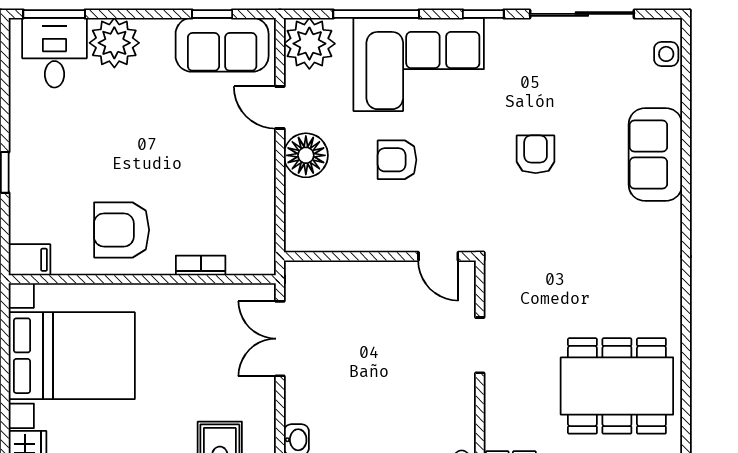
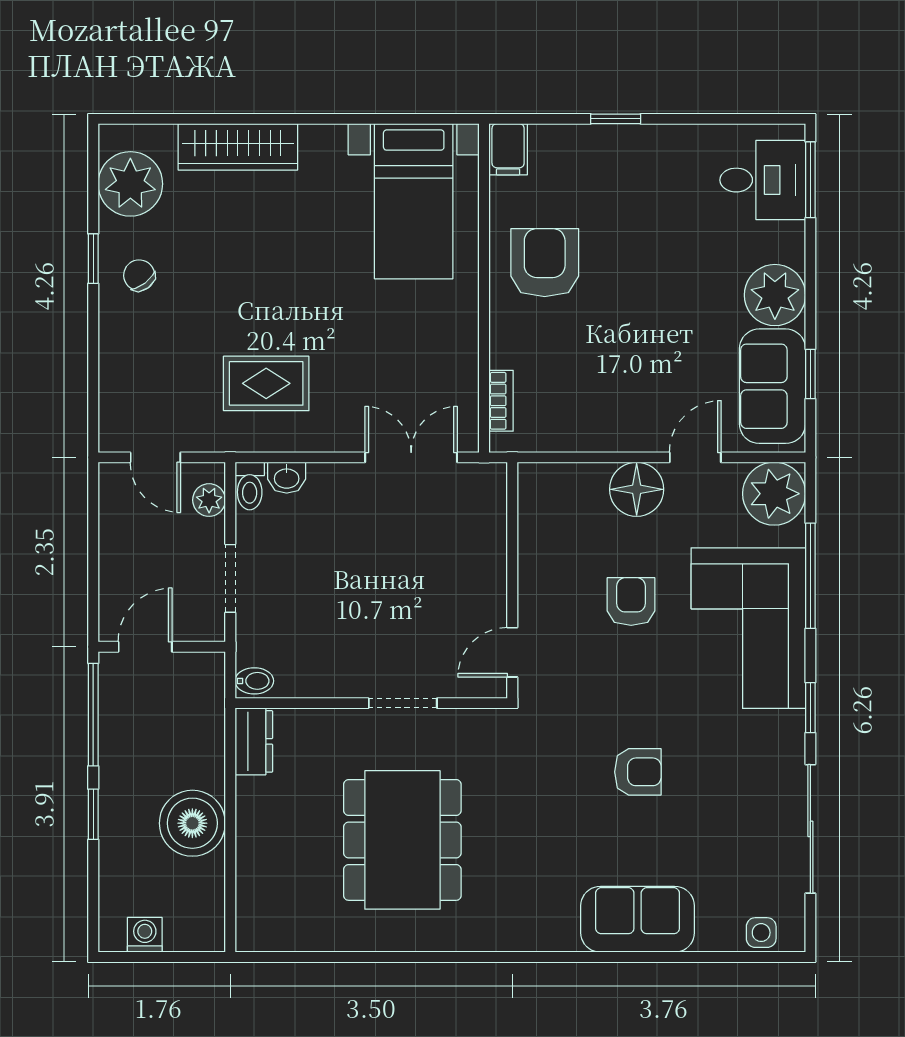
plant: (114, 43) -> (775, 295), moved
bookcase: (201, 265) -> (501, 401), moved
bed with nightstands: (72, 356) -> (414, 201), width x0.73
dining table: (617, 386) -> (402, 840), moved

